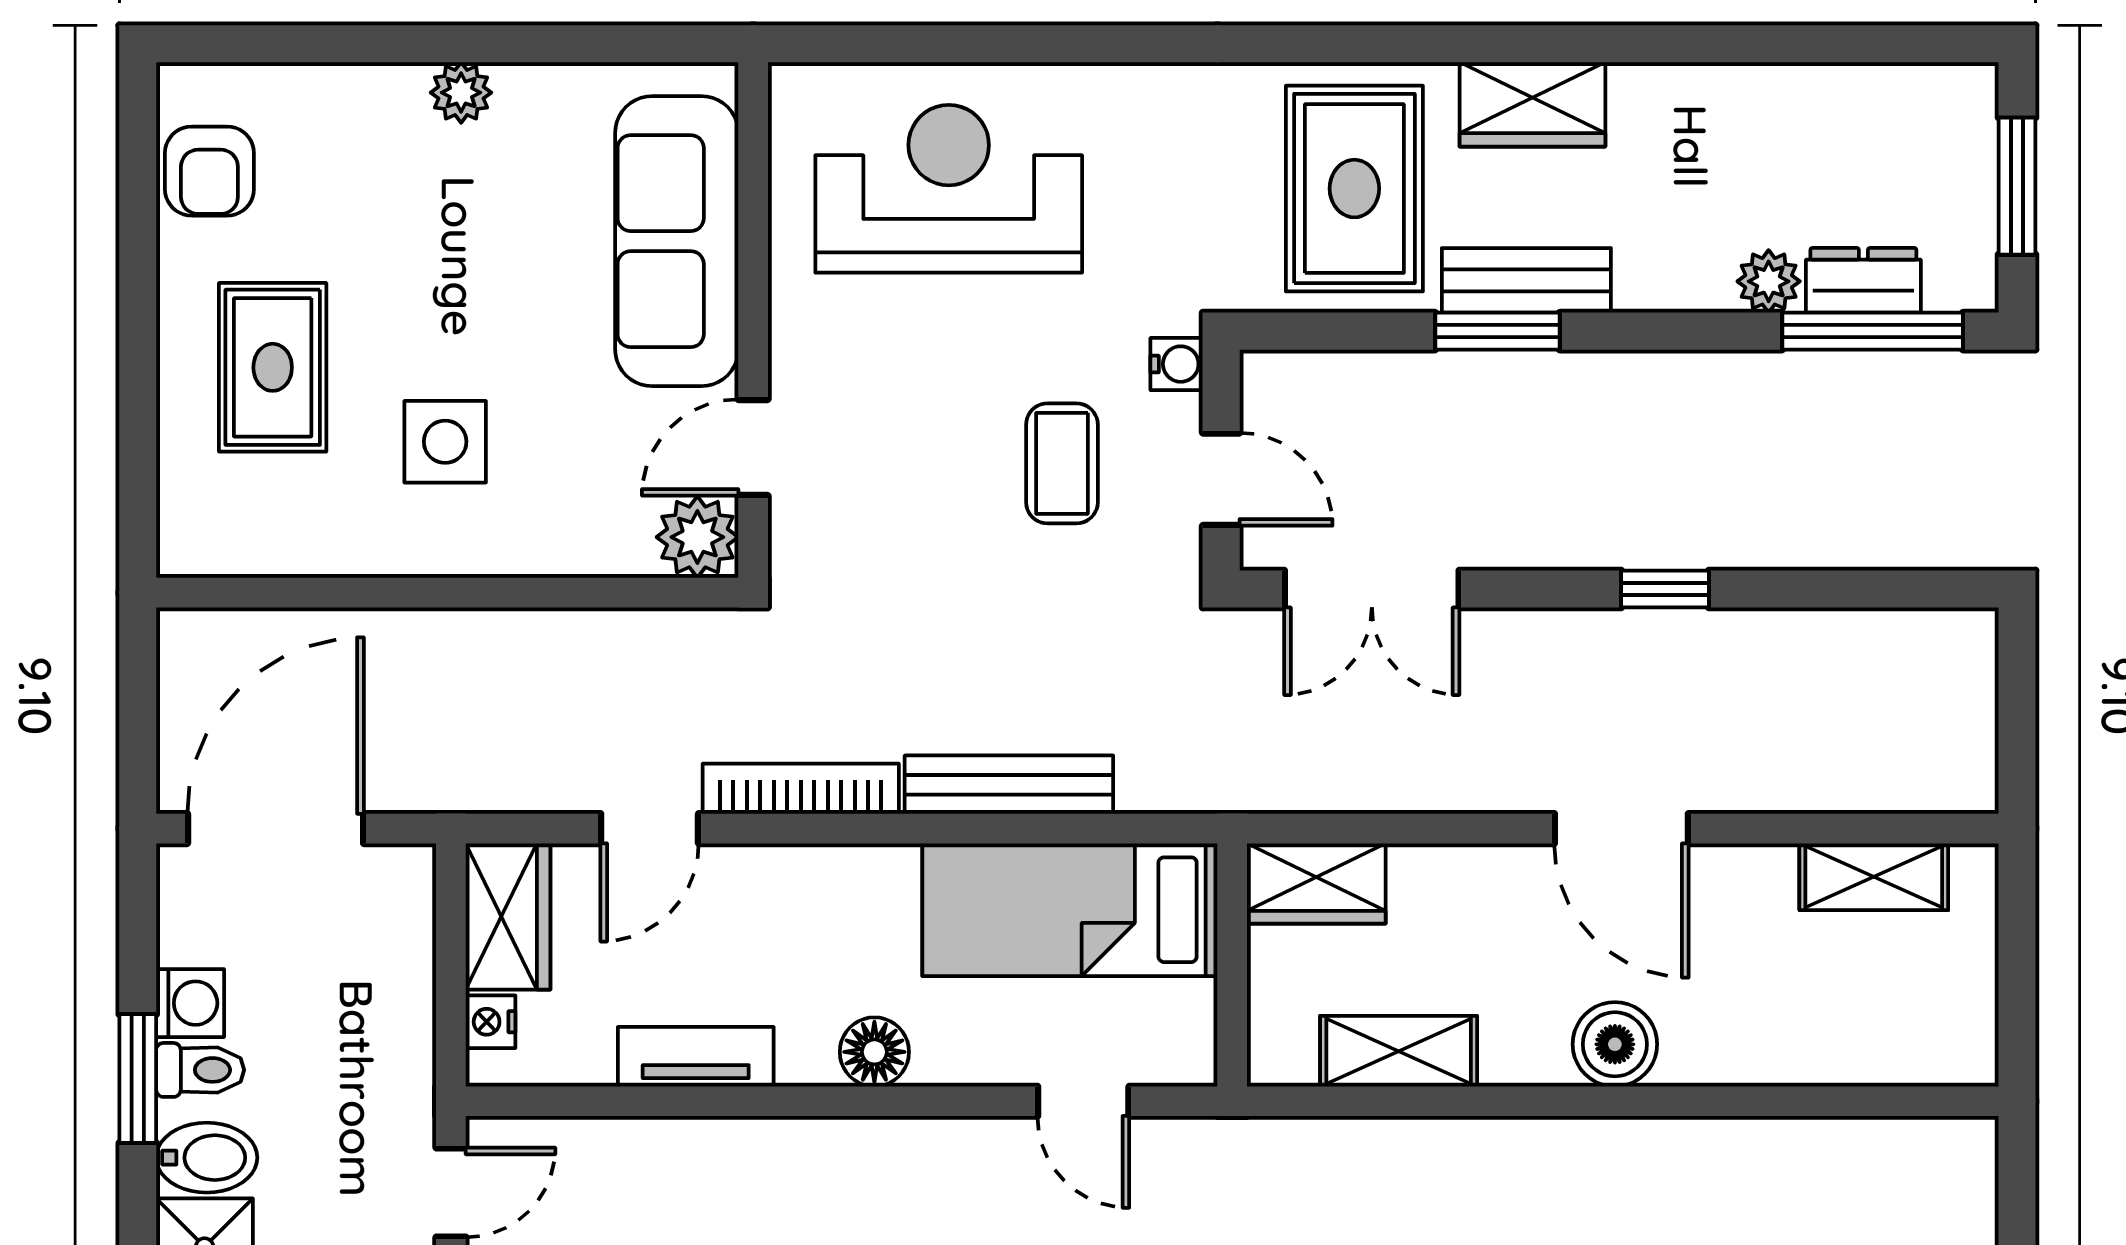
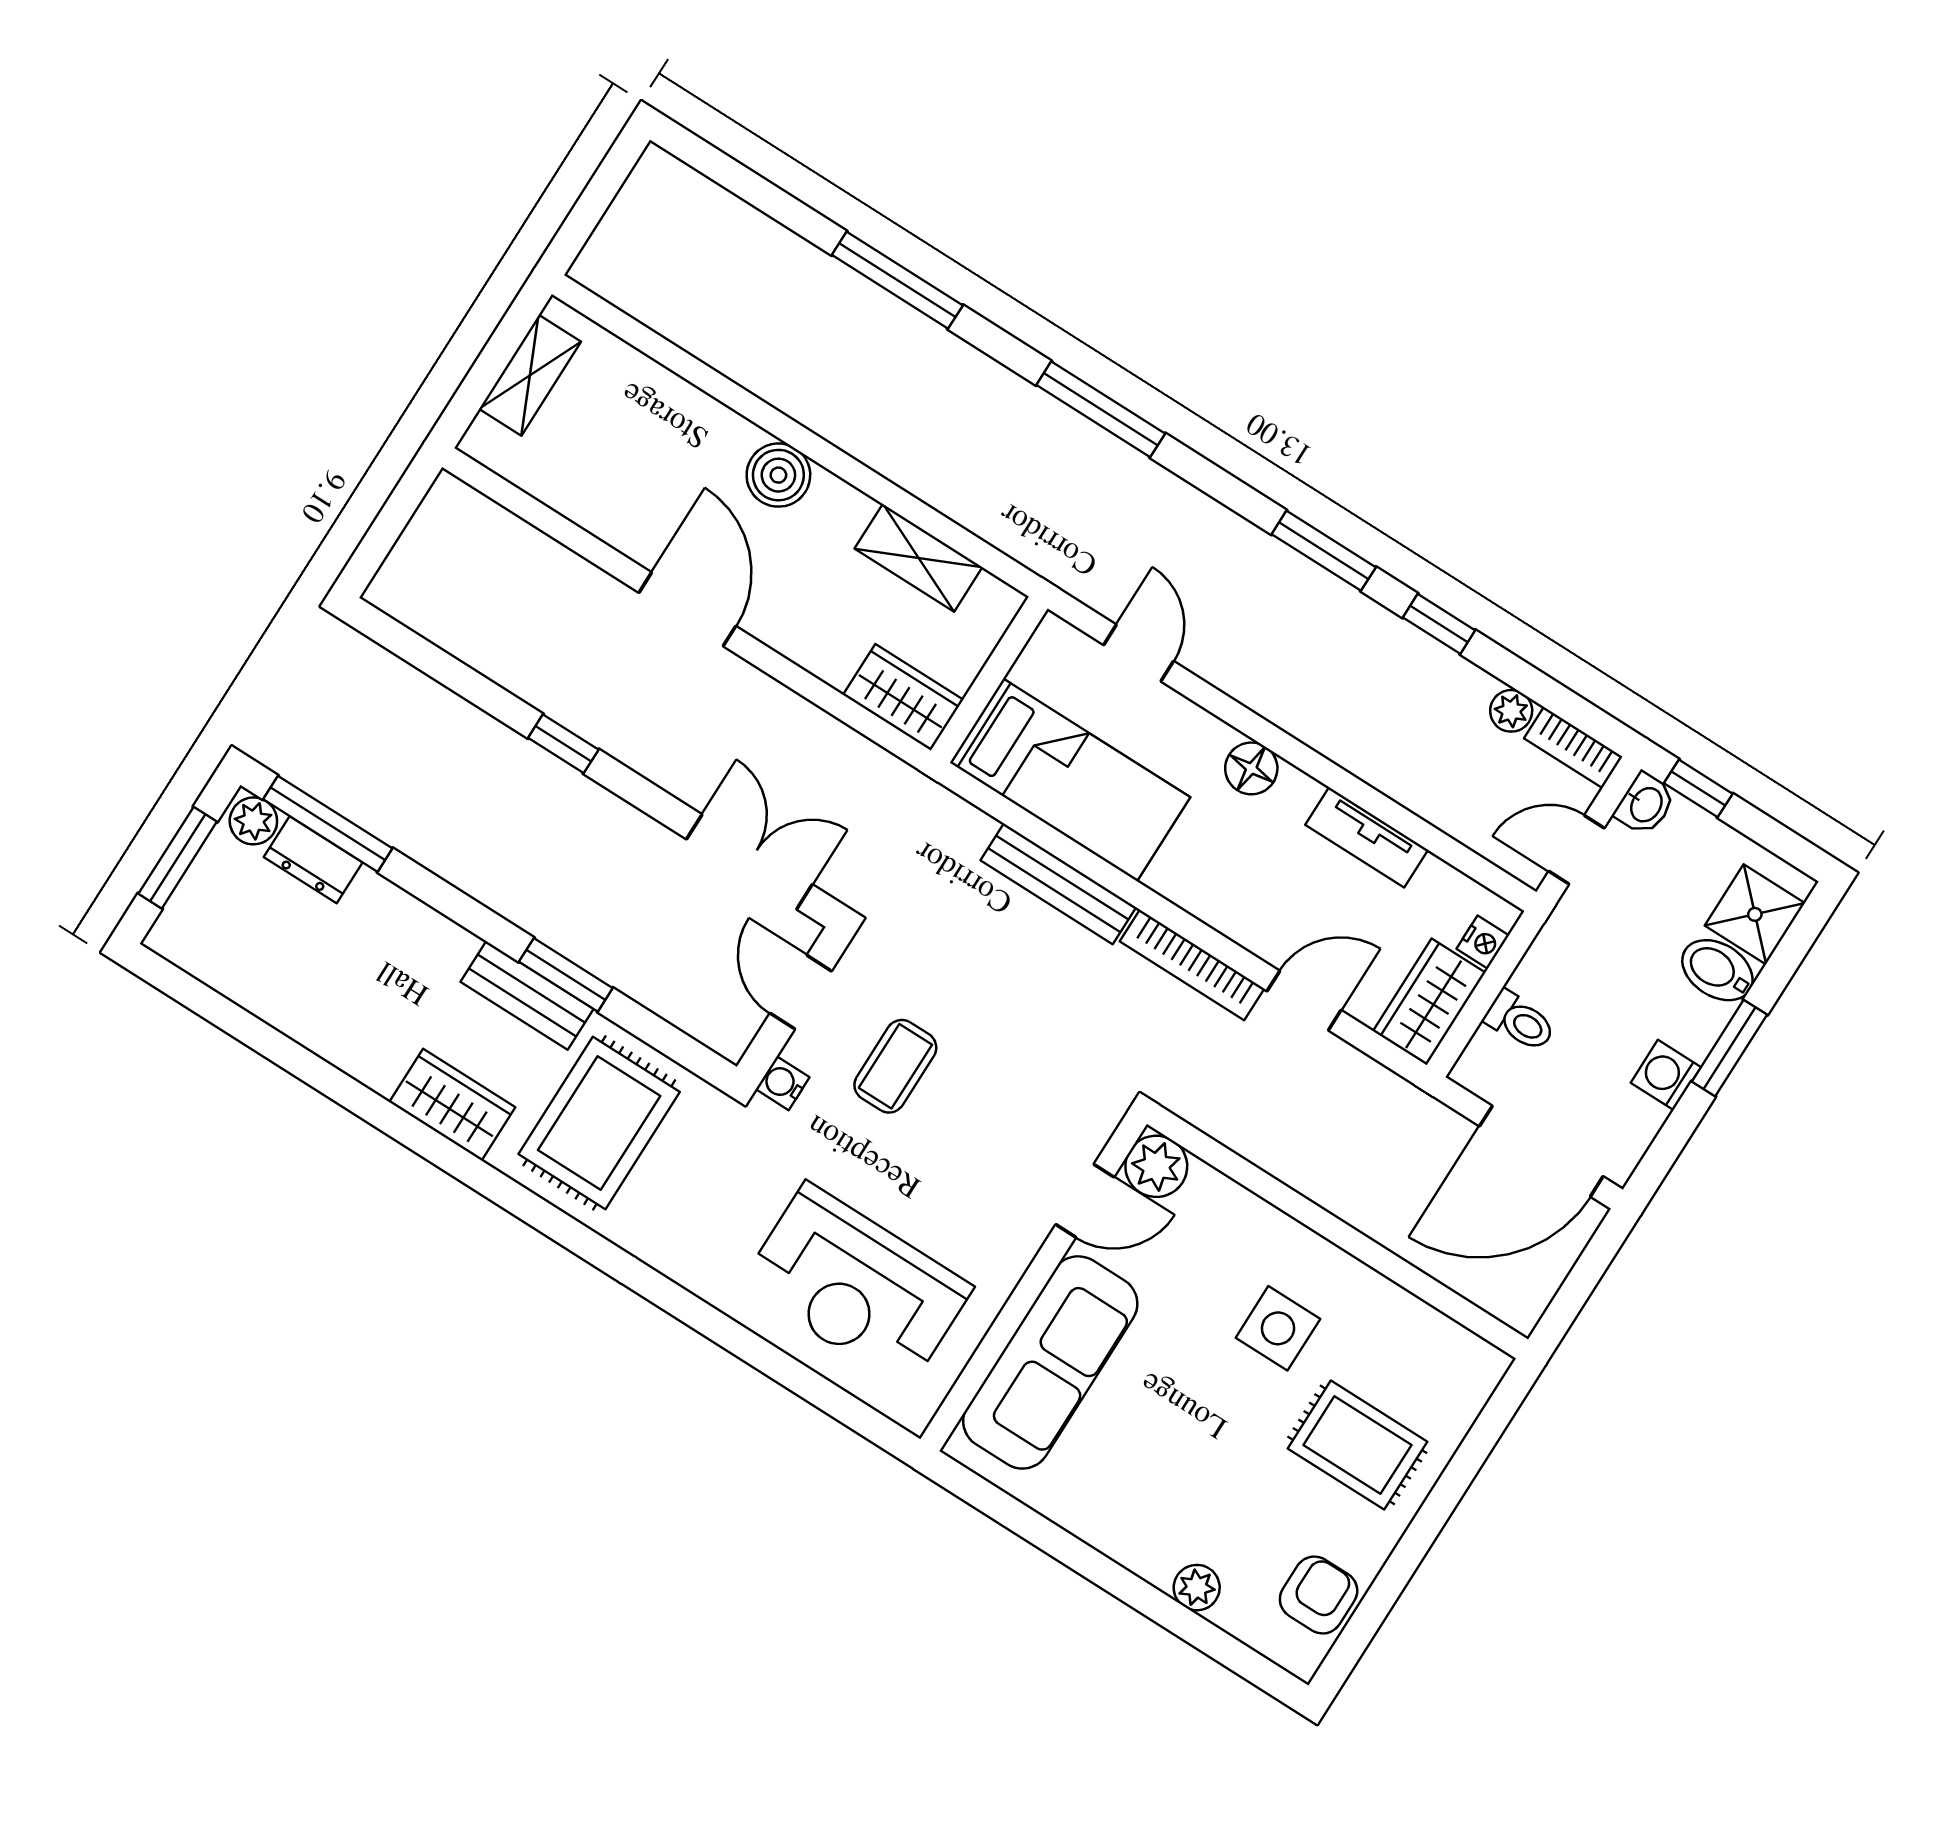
plant: (461, 93) -> (1197, 1588), moved
plant: (1769, 281) -> (253, 821), moved
rug: (273, 367) -> (1357, 1445), turned 90
shelving: (1874, 877) -> (530, 375), moved, turned 90
toilet: (200, 1070) -> (1520, 1021), moved, turned 180

